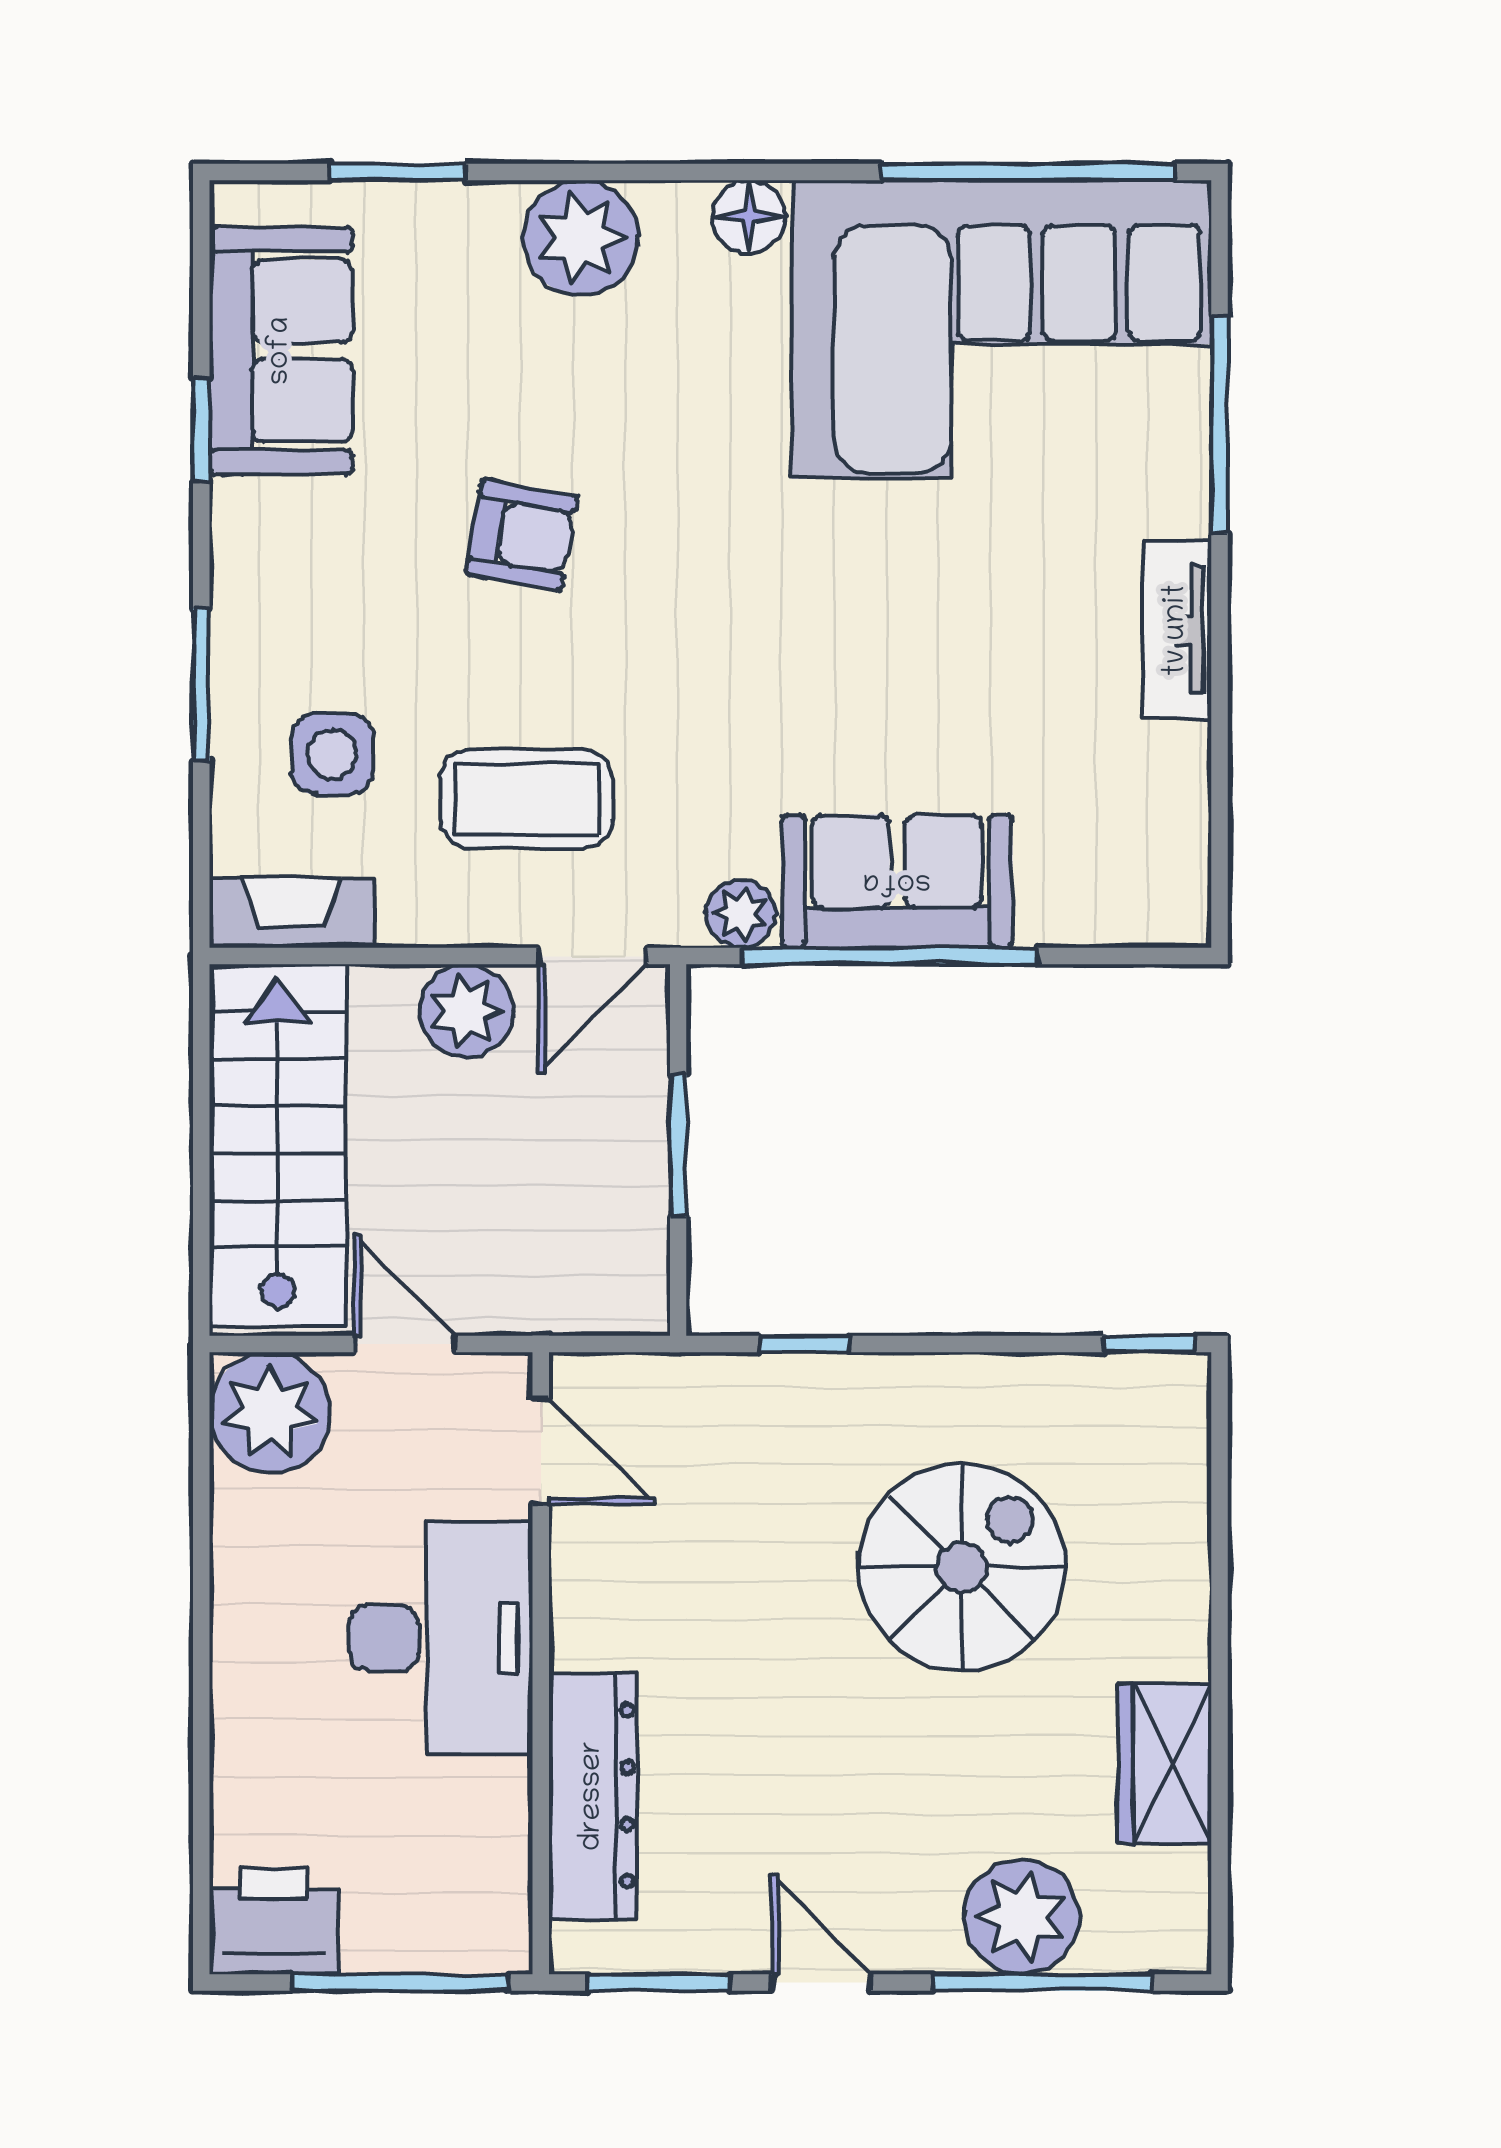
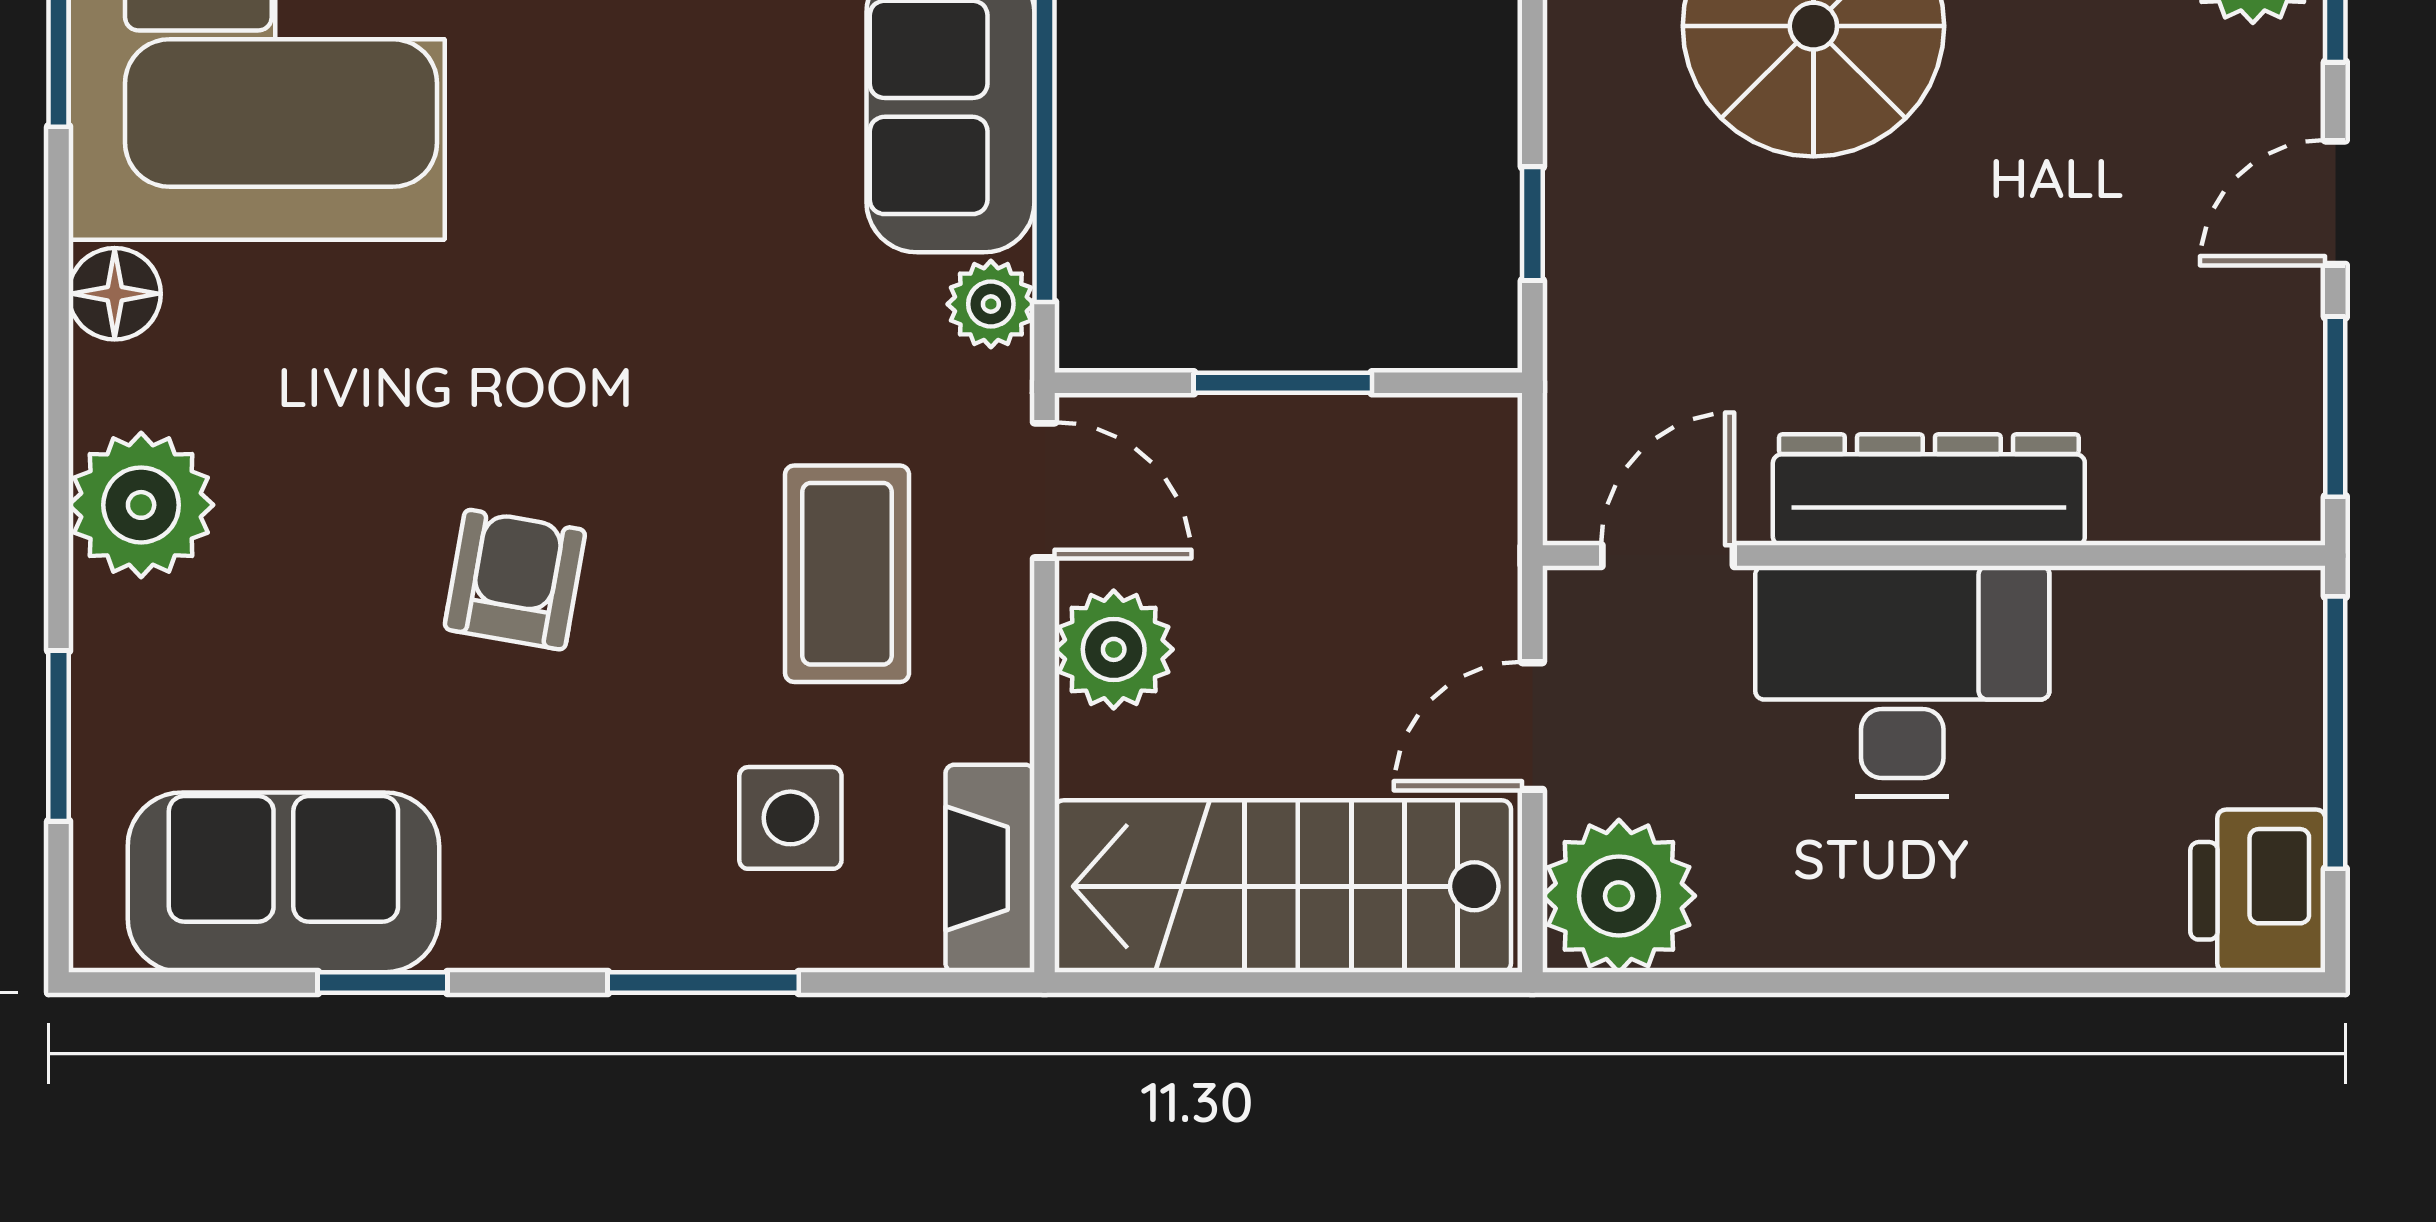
dresser: (593, 1796) -> (1929, 490), moved

